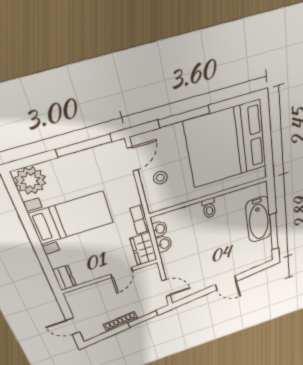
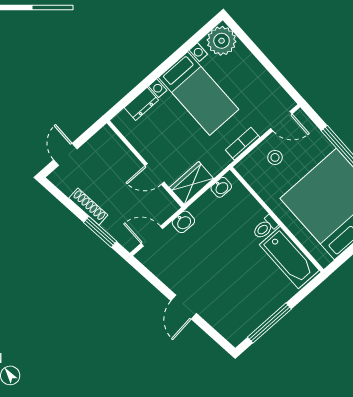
window: (84, 146) -> (274, 72), removed
bookcase: (140, 220) -> (243, 144), moved
bathtub: (259, 220) -> (289, 258), moved, turned -90
washbasin: (164, 244) -> (183, 222), moved
dresser: (65, 278) -> (141, 104), moved
door: (166, 288) -> (152, 236), swing flipped

